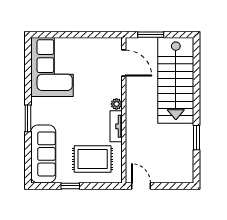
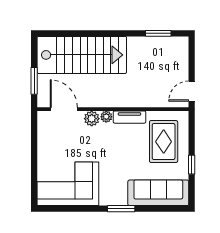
door: (124, 63) -> (64, 109), hinge flipped
plant: (115, 90) -> (92, 119), added
window: (197, 138) -> (158, 33), moved

